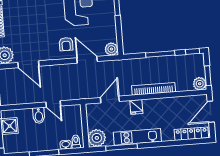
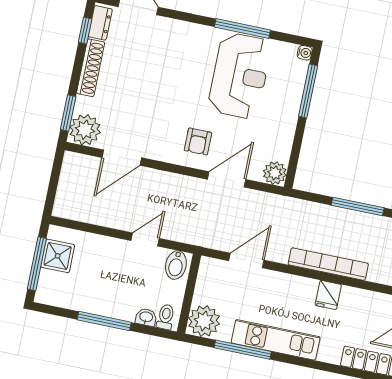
door: (87, 60) -> (227, 179), hinge flipped
door: (28, 64) -> (122, 158), hinge flipped
door: (53, 104) -> (145, 240), swing flipped
fridge: (136, 107) -> (328, 295), moved
bidet: (39, 115) -> (176, 265), moved

